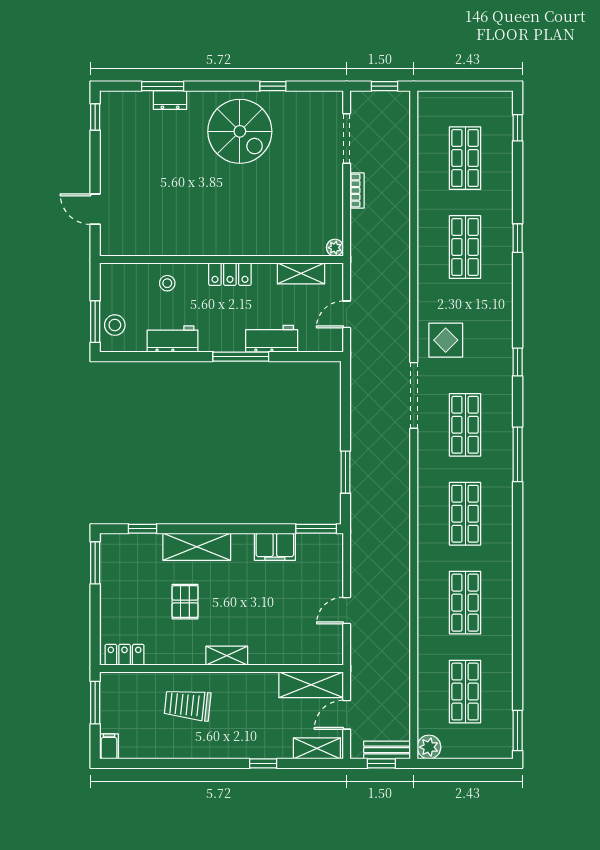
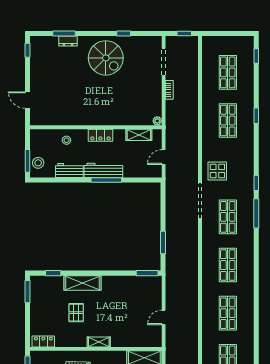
workbench: (272, 339) -> (103, 170), moved, width x1.38
window: (518, 454) -> (256, 213), moved
filing cabinet: (275, 547) -> (125, 283), removed

